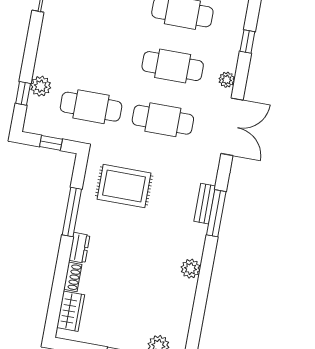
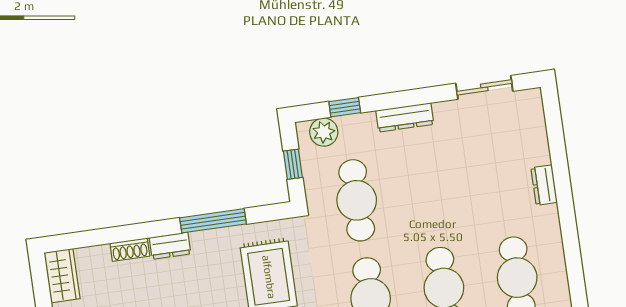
dresser: (44, 54) -> (405, 117), added
plant: (41, 86) -> (324, 132), moved
wardrobe: (71, 311) -> (62, 276), moved, turned -90

